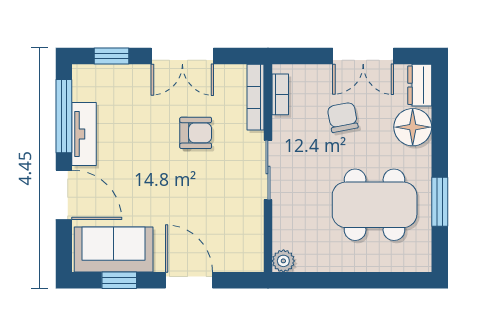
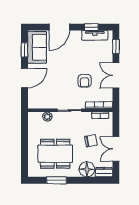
window: (64, 116) -> (91, 27), width x0.46
tv unit: (84, 134) -> (95, 35), moved
dining table: (375, 205) -> (55, 154), turned 90
plant: (283, 261) -> (47, 117), moved

